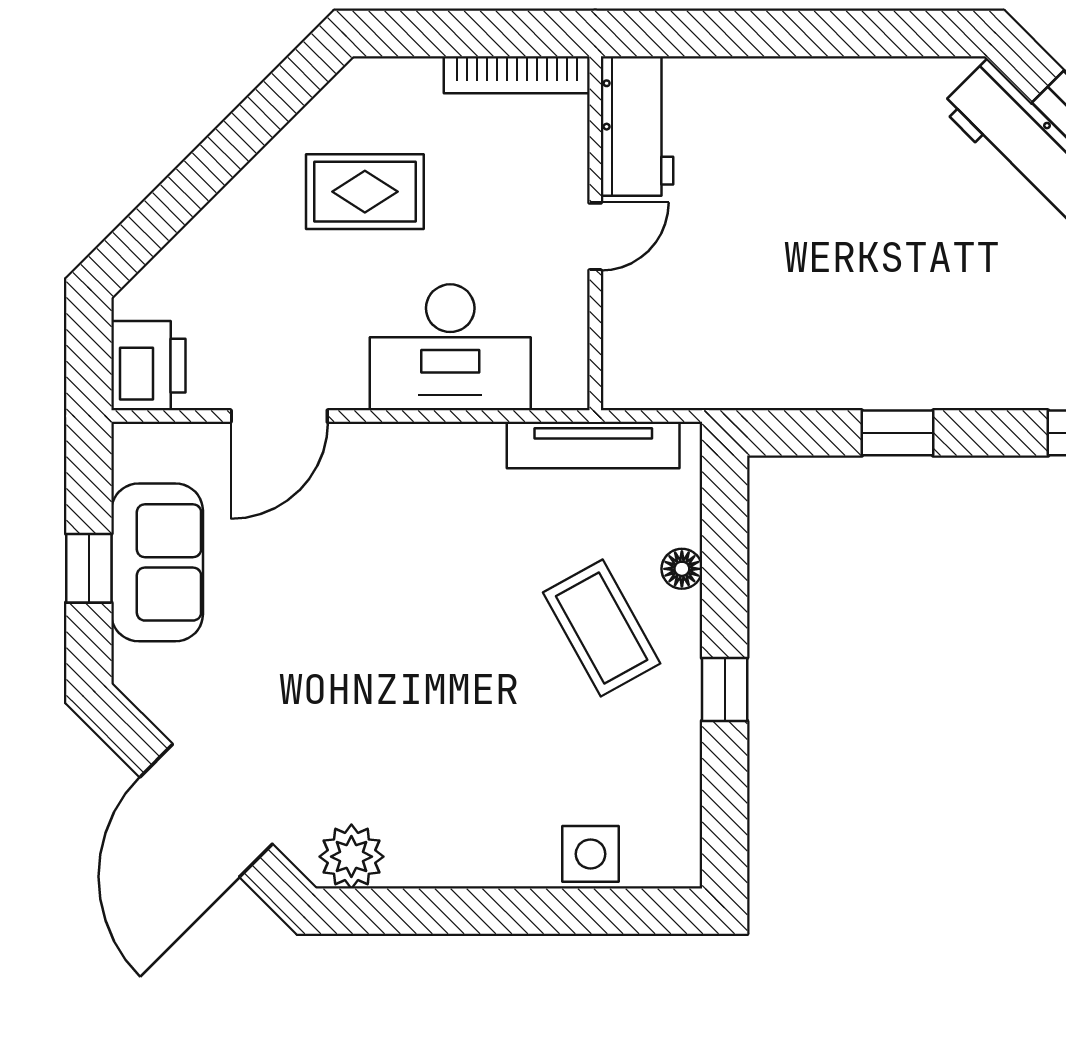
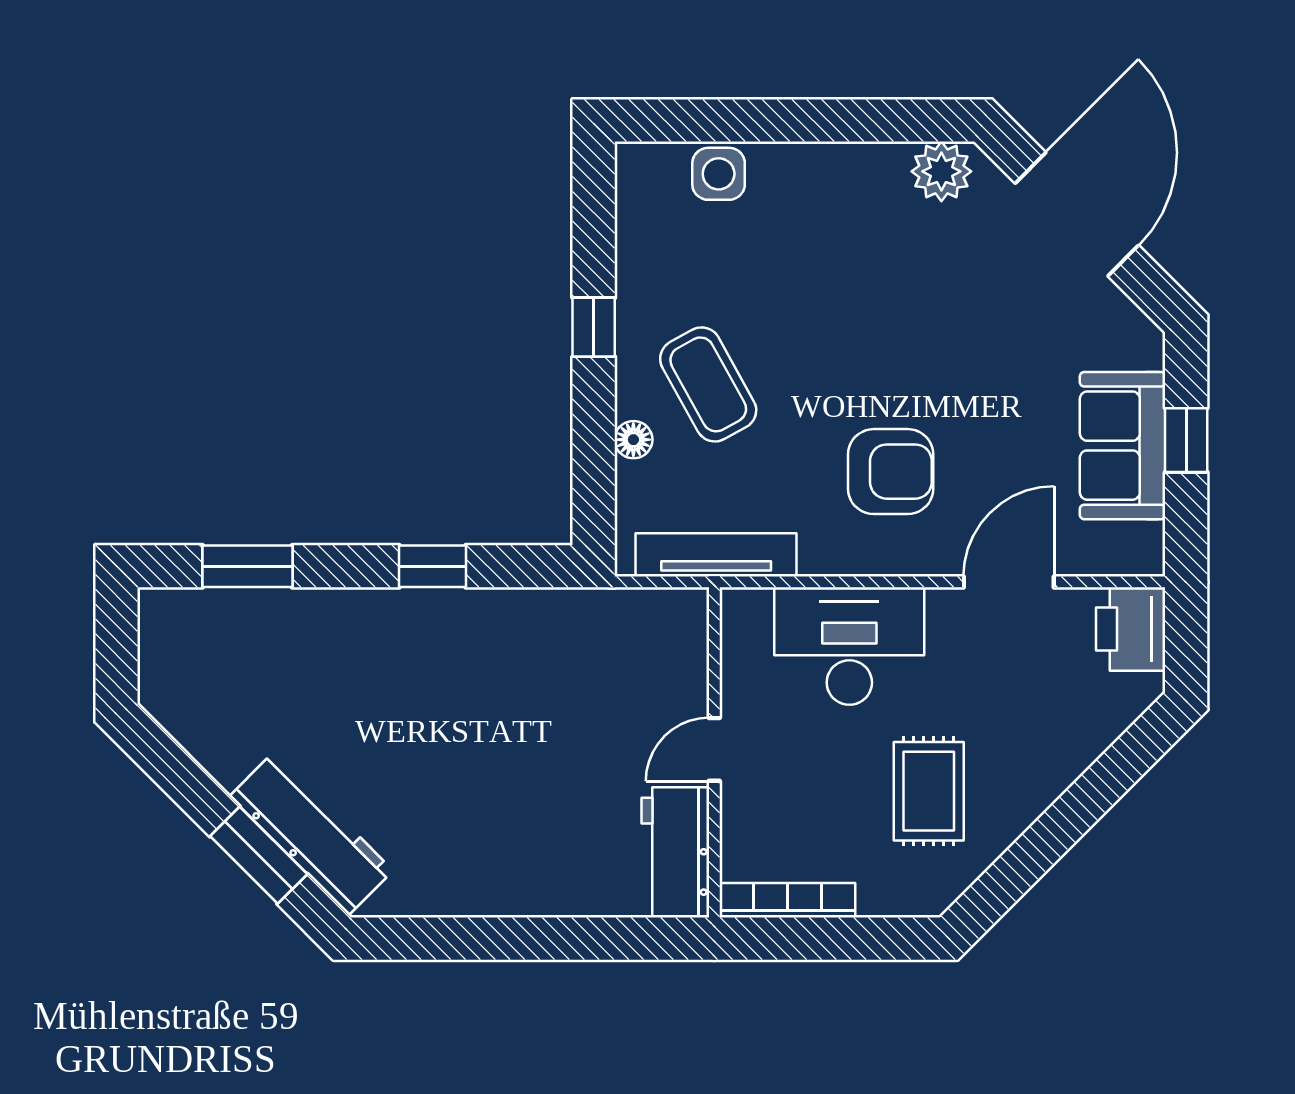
rug: (365, 192) -> (929, 791), turned 90
armchair: (406, 535) -> (891, 472), added

